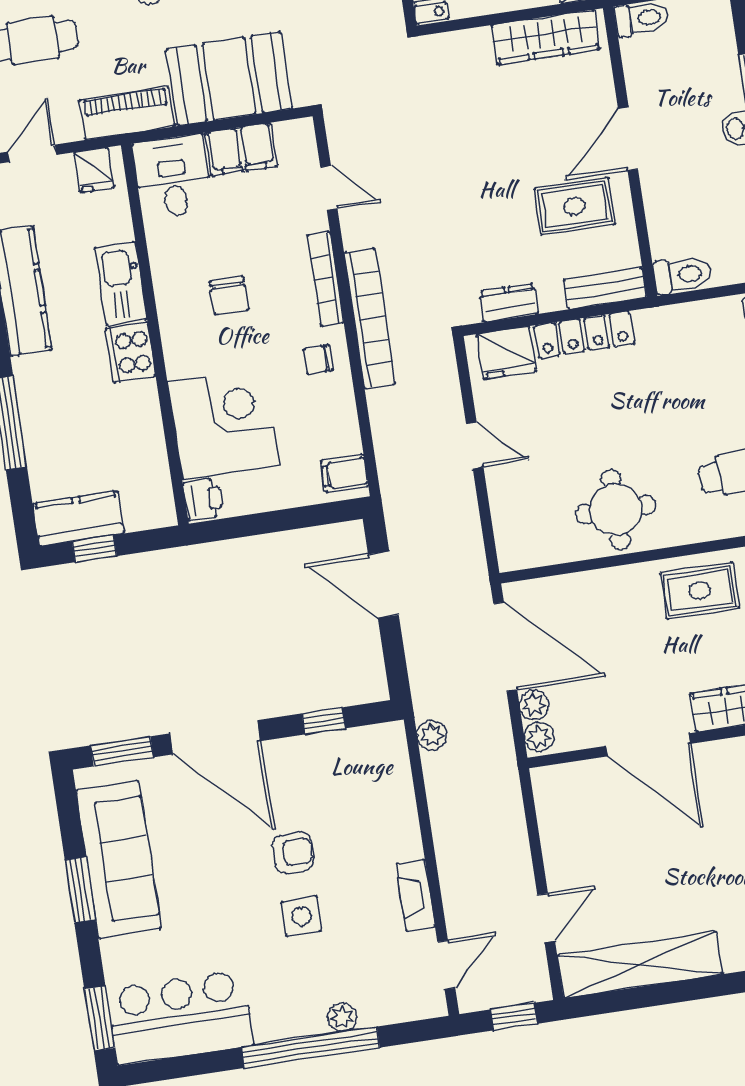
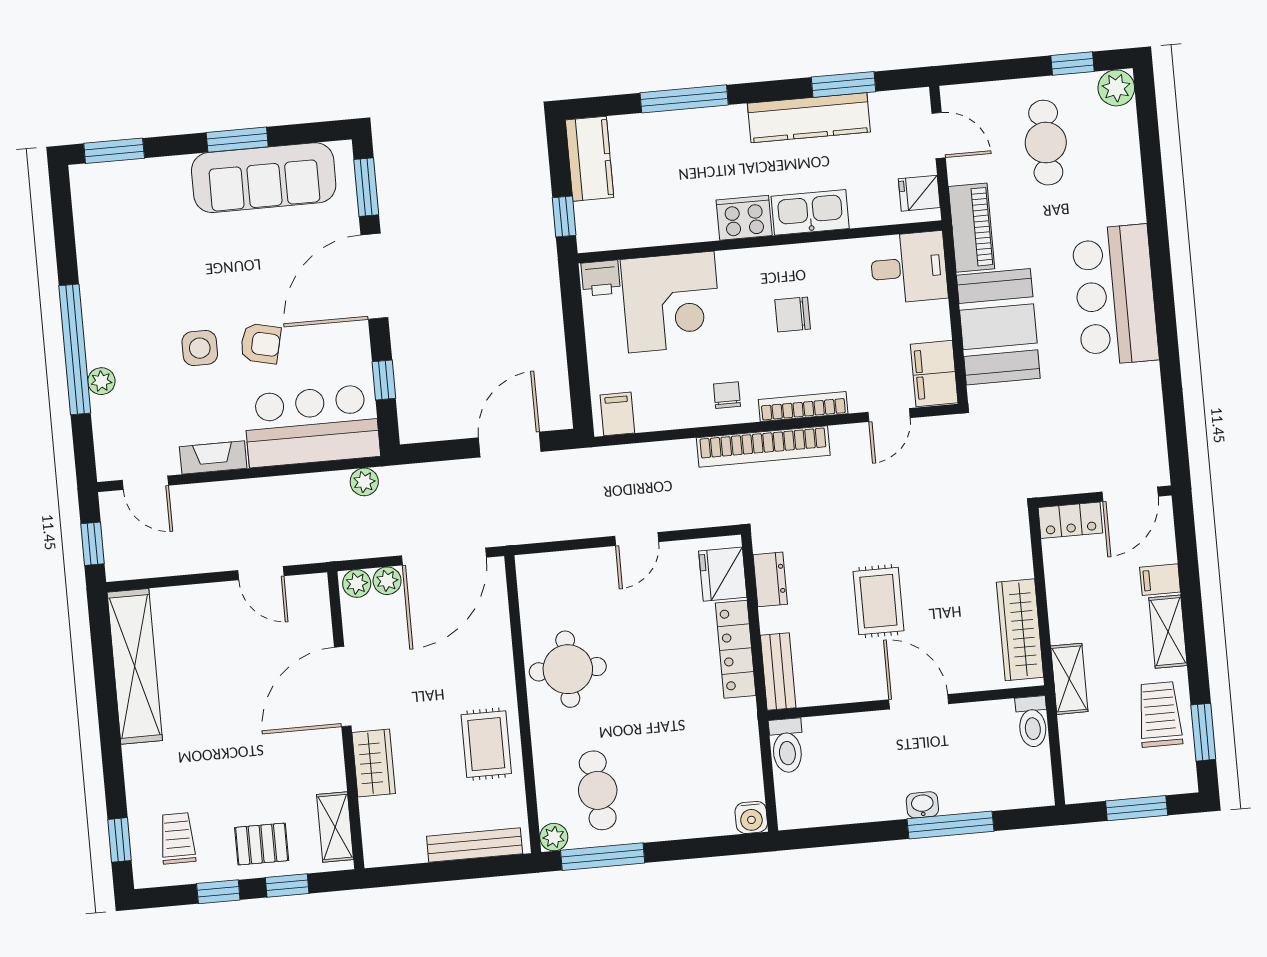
filing cabinet: (241, 149) -> (934, 373), moved
rug: (575, 206) -> (878, 601), moved
window: (94, 549) -> (564, 216), moved
armchair: (293, 853) -> (260, 344), turned -77
door: (546, 918) -> (261, 573), moved
bar counter: (180, 1017) -> (312, 426), moved, turned -90

